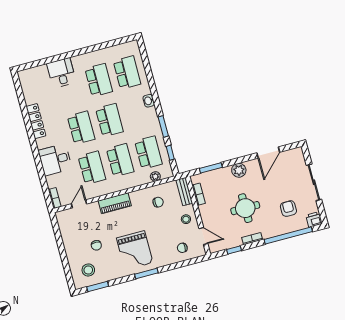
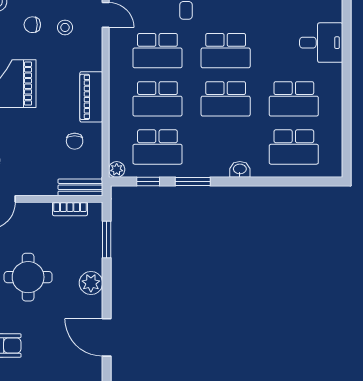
plant: (155, 176) -> (117, 169), moved
piano: (115, 203) -> (91, 97), moved
stool: (186, 219) -> (65, 27), moved

